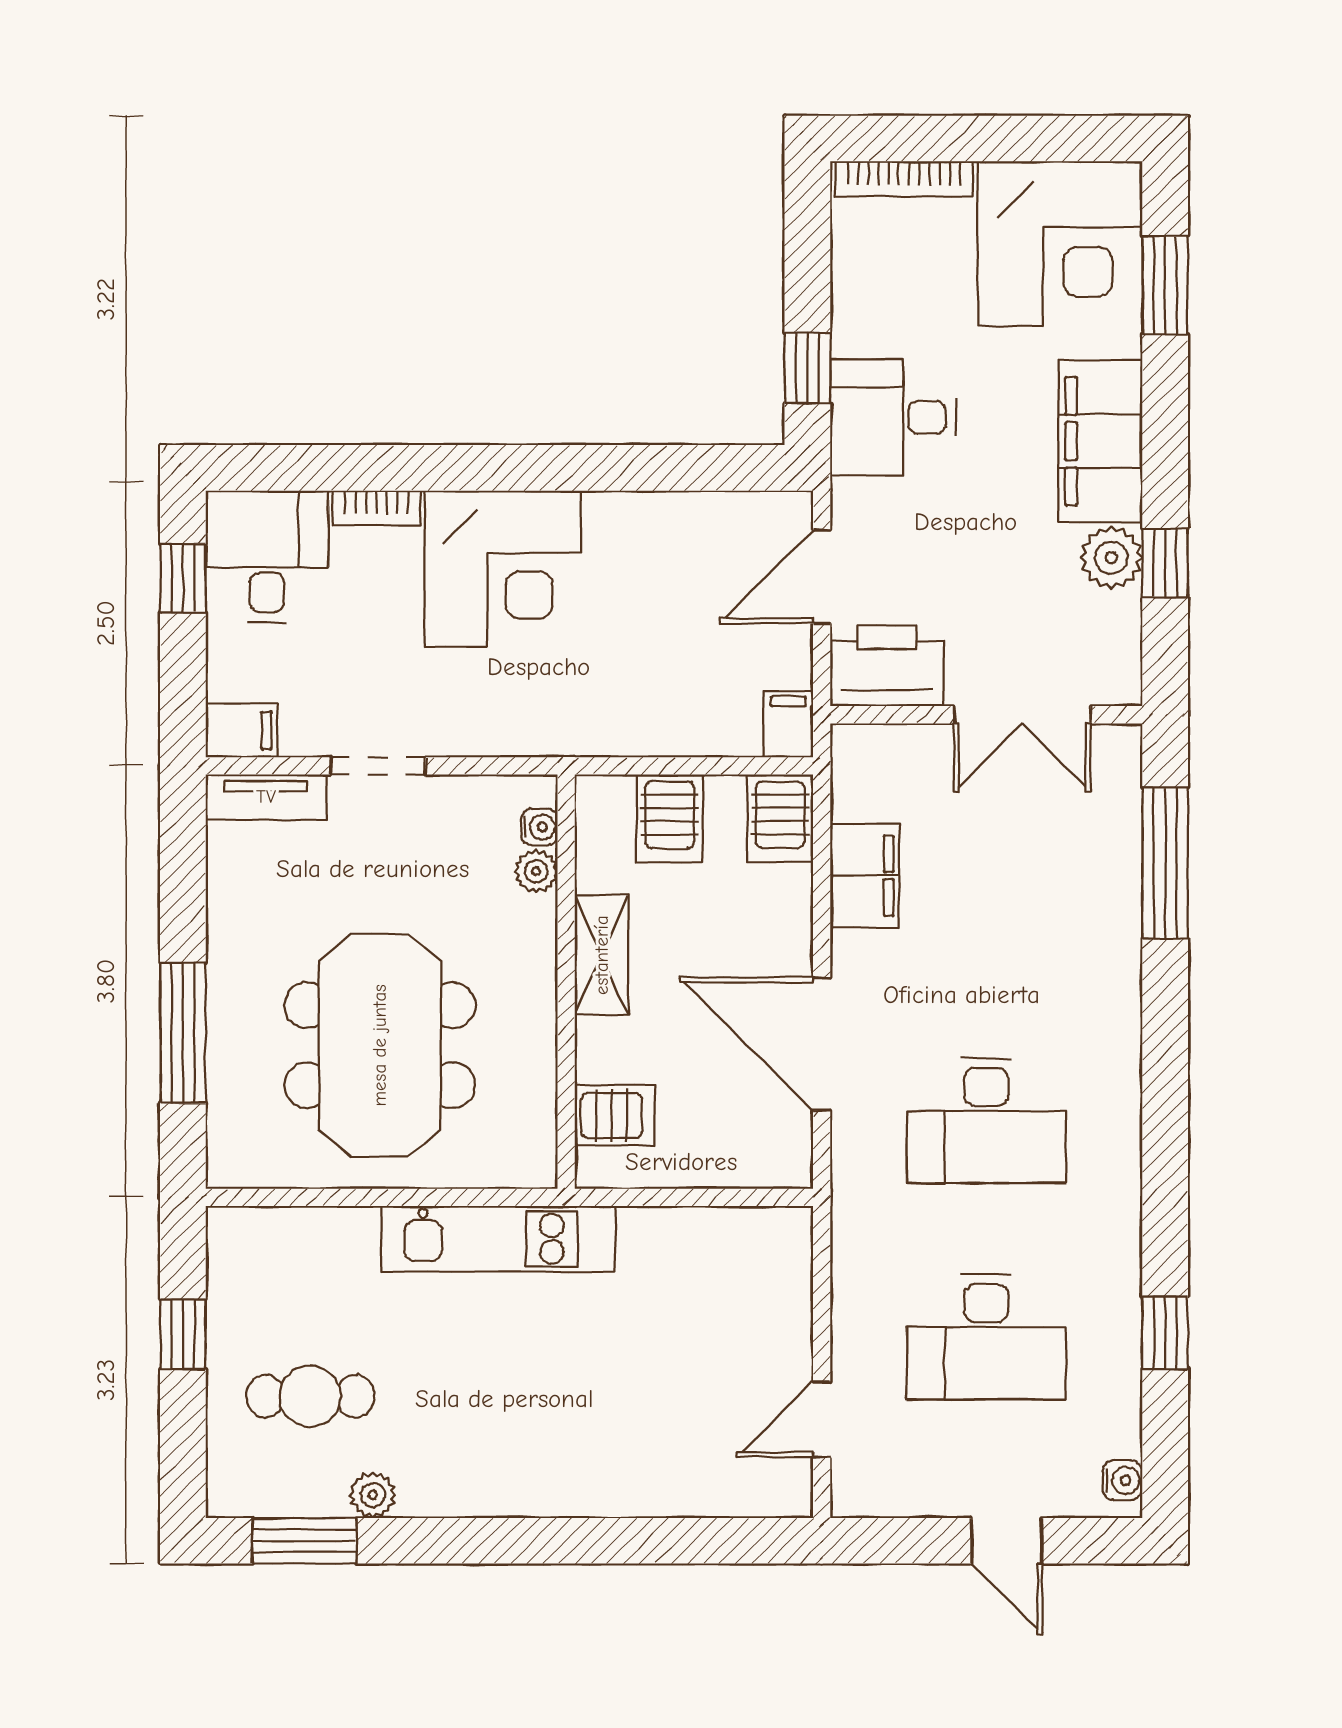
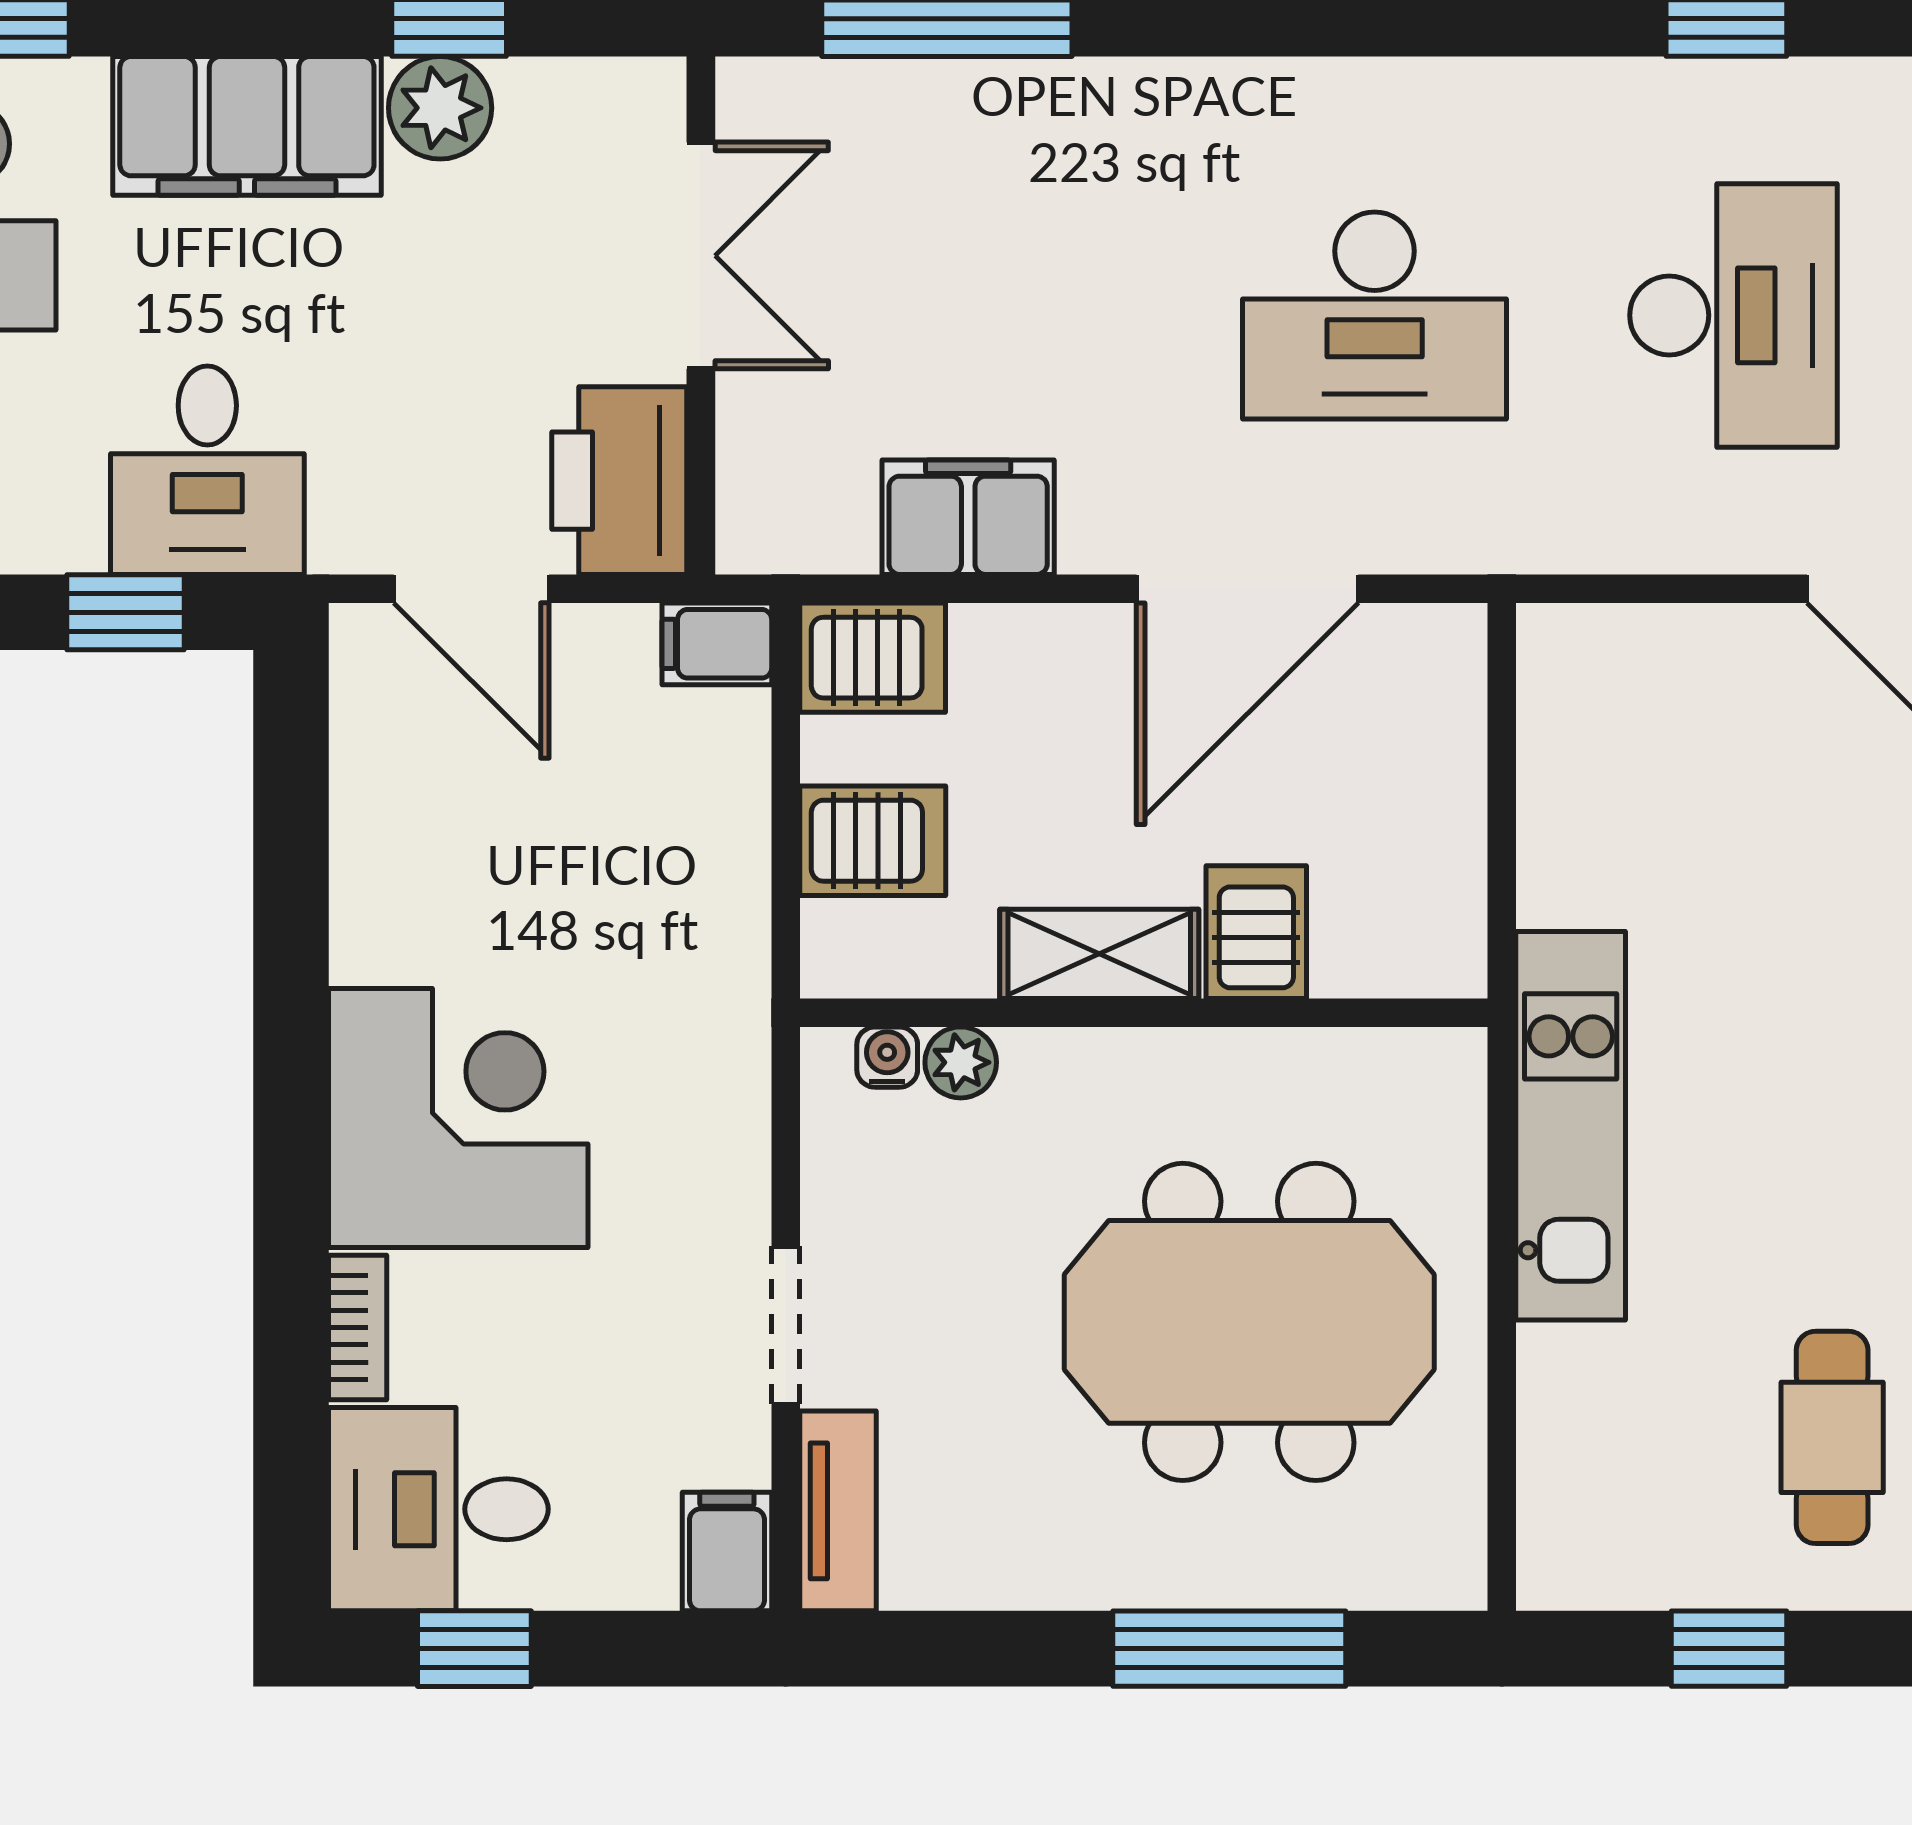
server rack: (615, 1115) -> (1256, 932), moved
desk: (986, 1121) -> (1375, 315), turned 90

